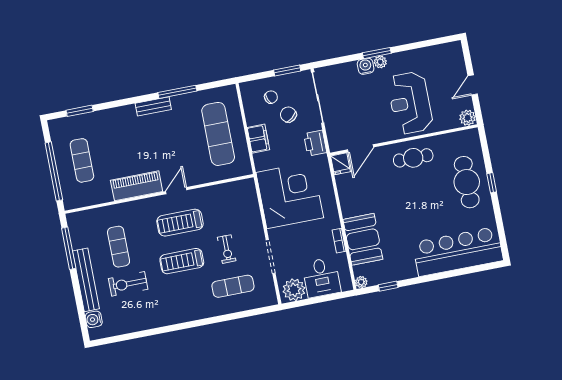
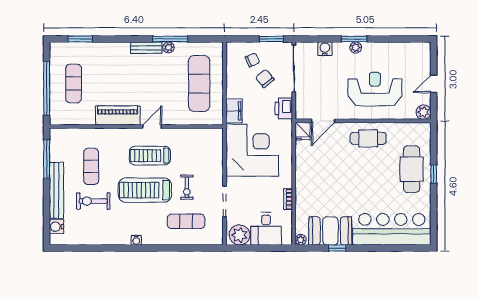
water cooler: (366, 66) -> (325, 49), moved
plant: (177, 101) -> (169, 47), added
reception desk: (410, 103) -> (375, 89), turned 90
filing cabinet: (258, 139) -> (234, 111), moved
booth: (363, 239) -> (330, 231), moved, turned 90
treadmill: (182, 261) -> (145, 190), width x1.37, depth x1.38
window: (388, 286) -> (337, 248), moved
water cooler: (183, 317) -> (136, 240), added

